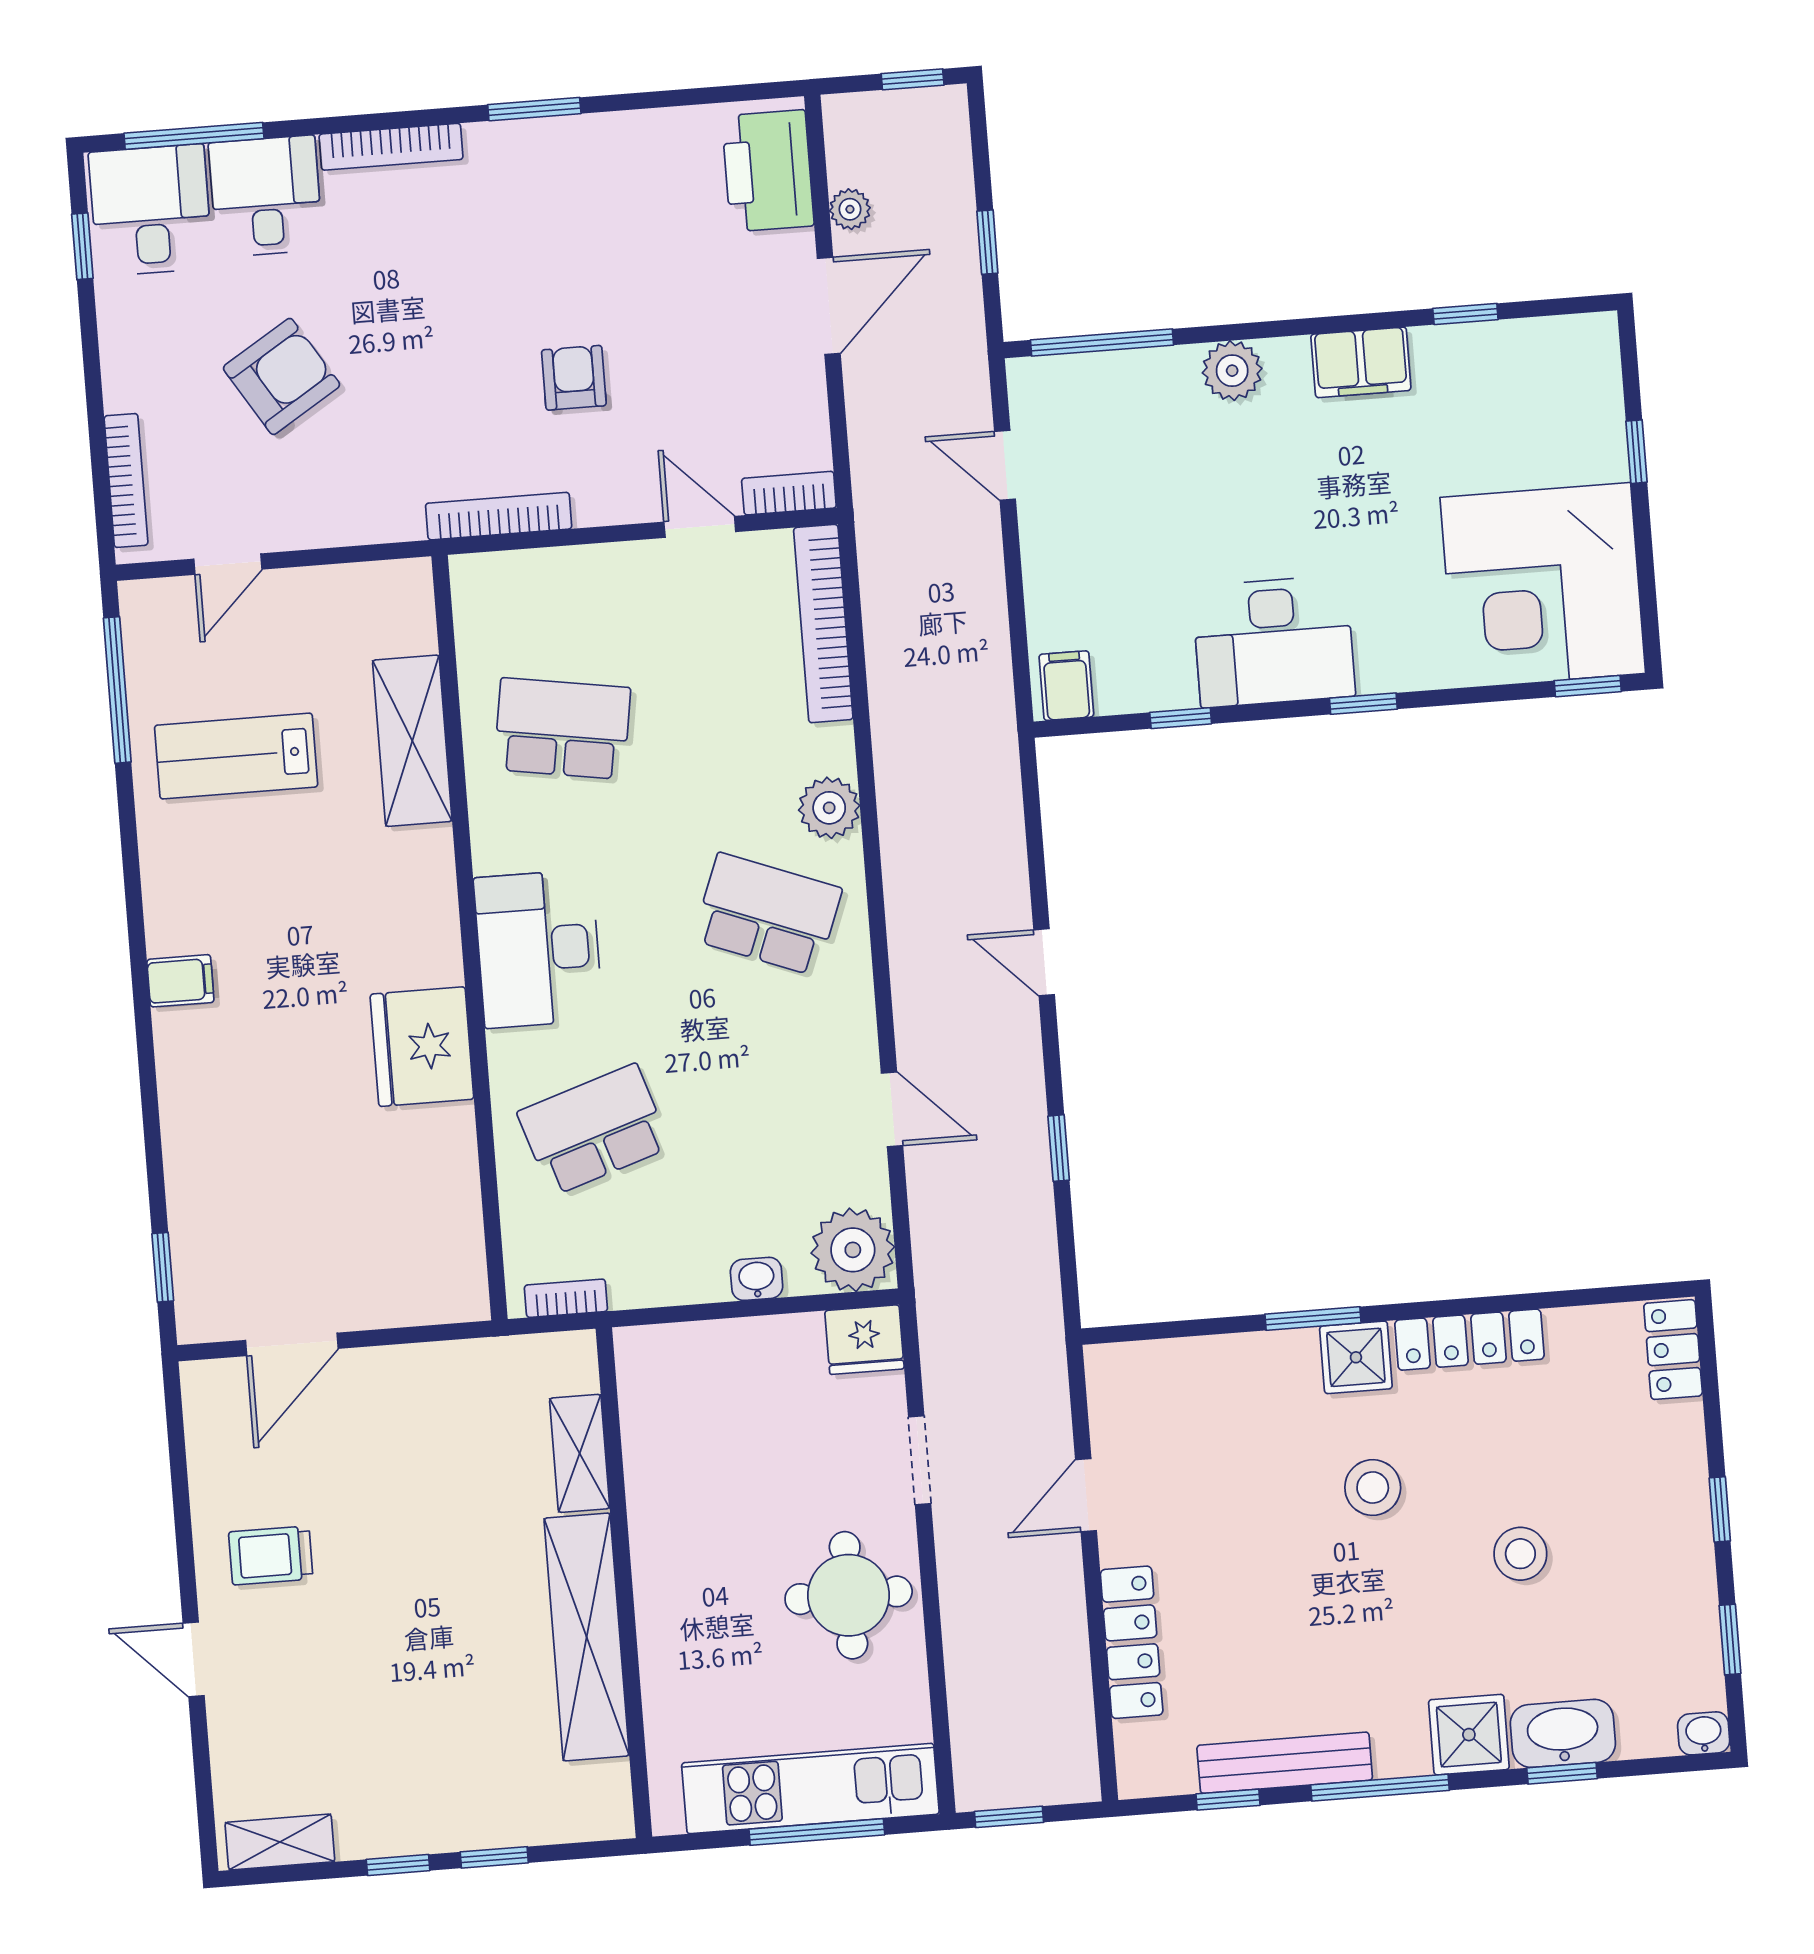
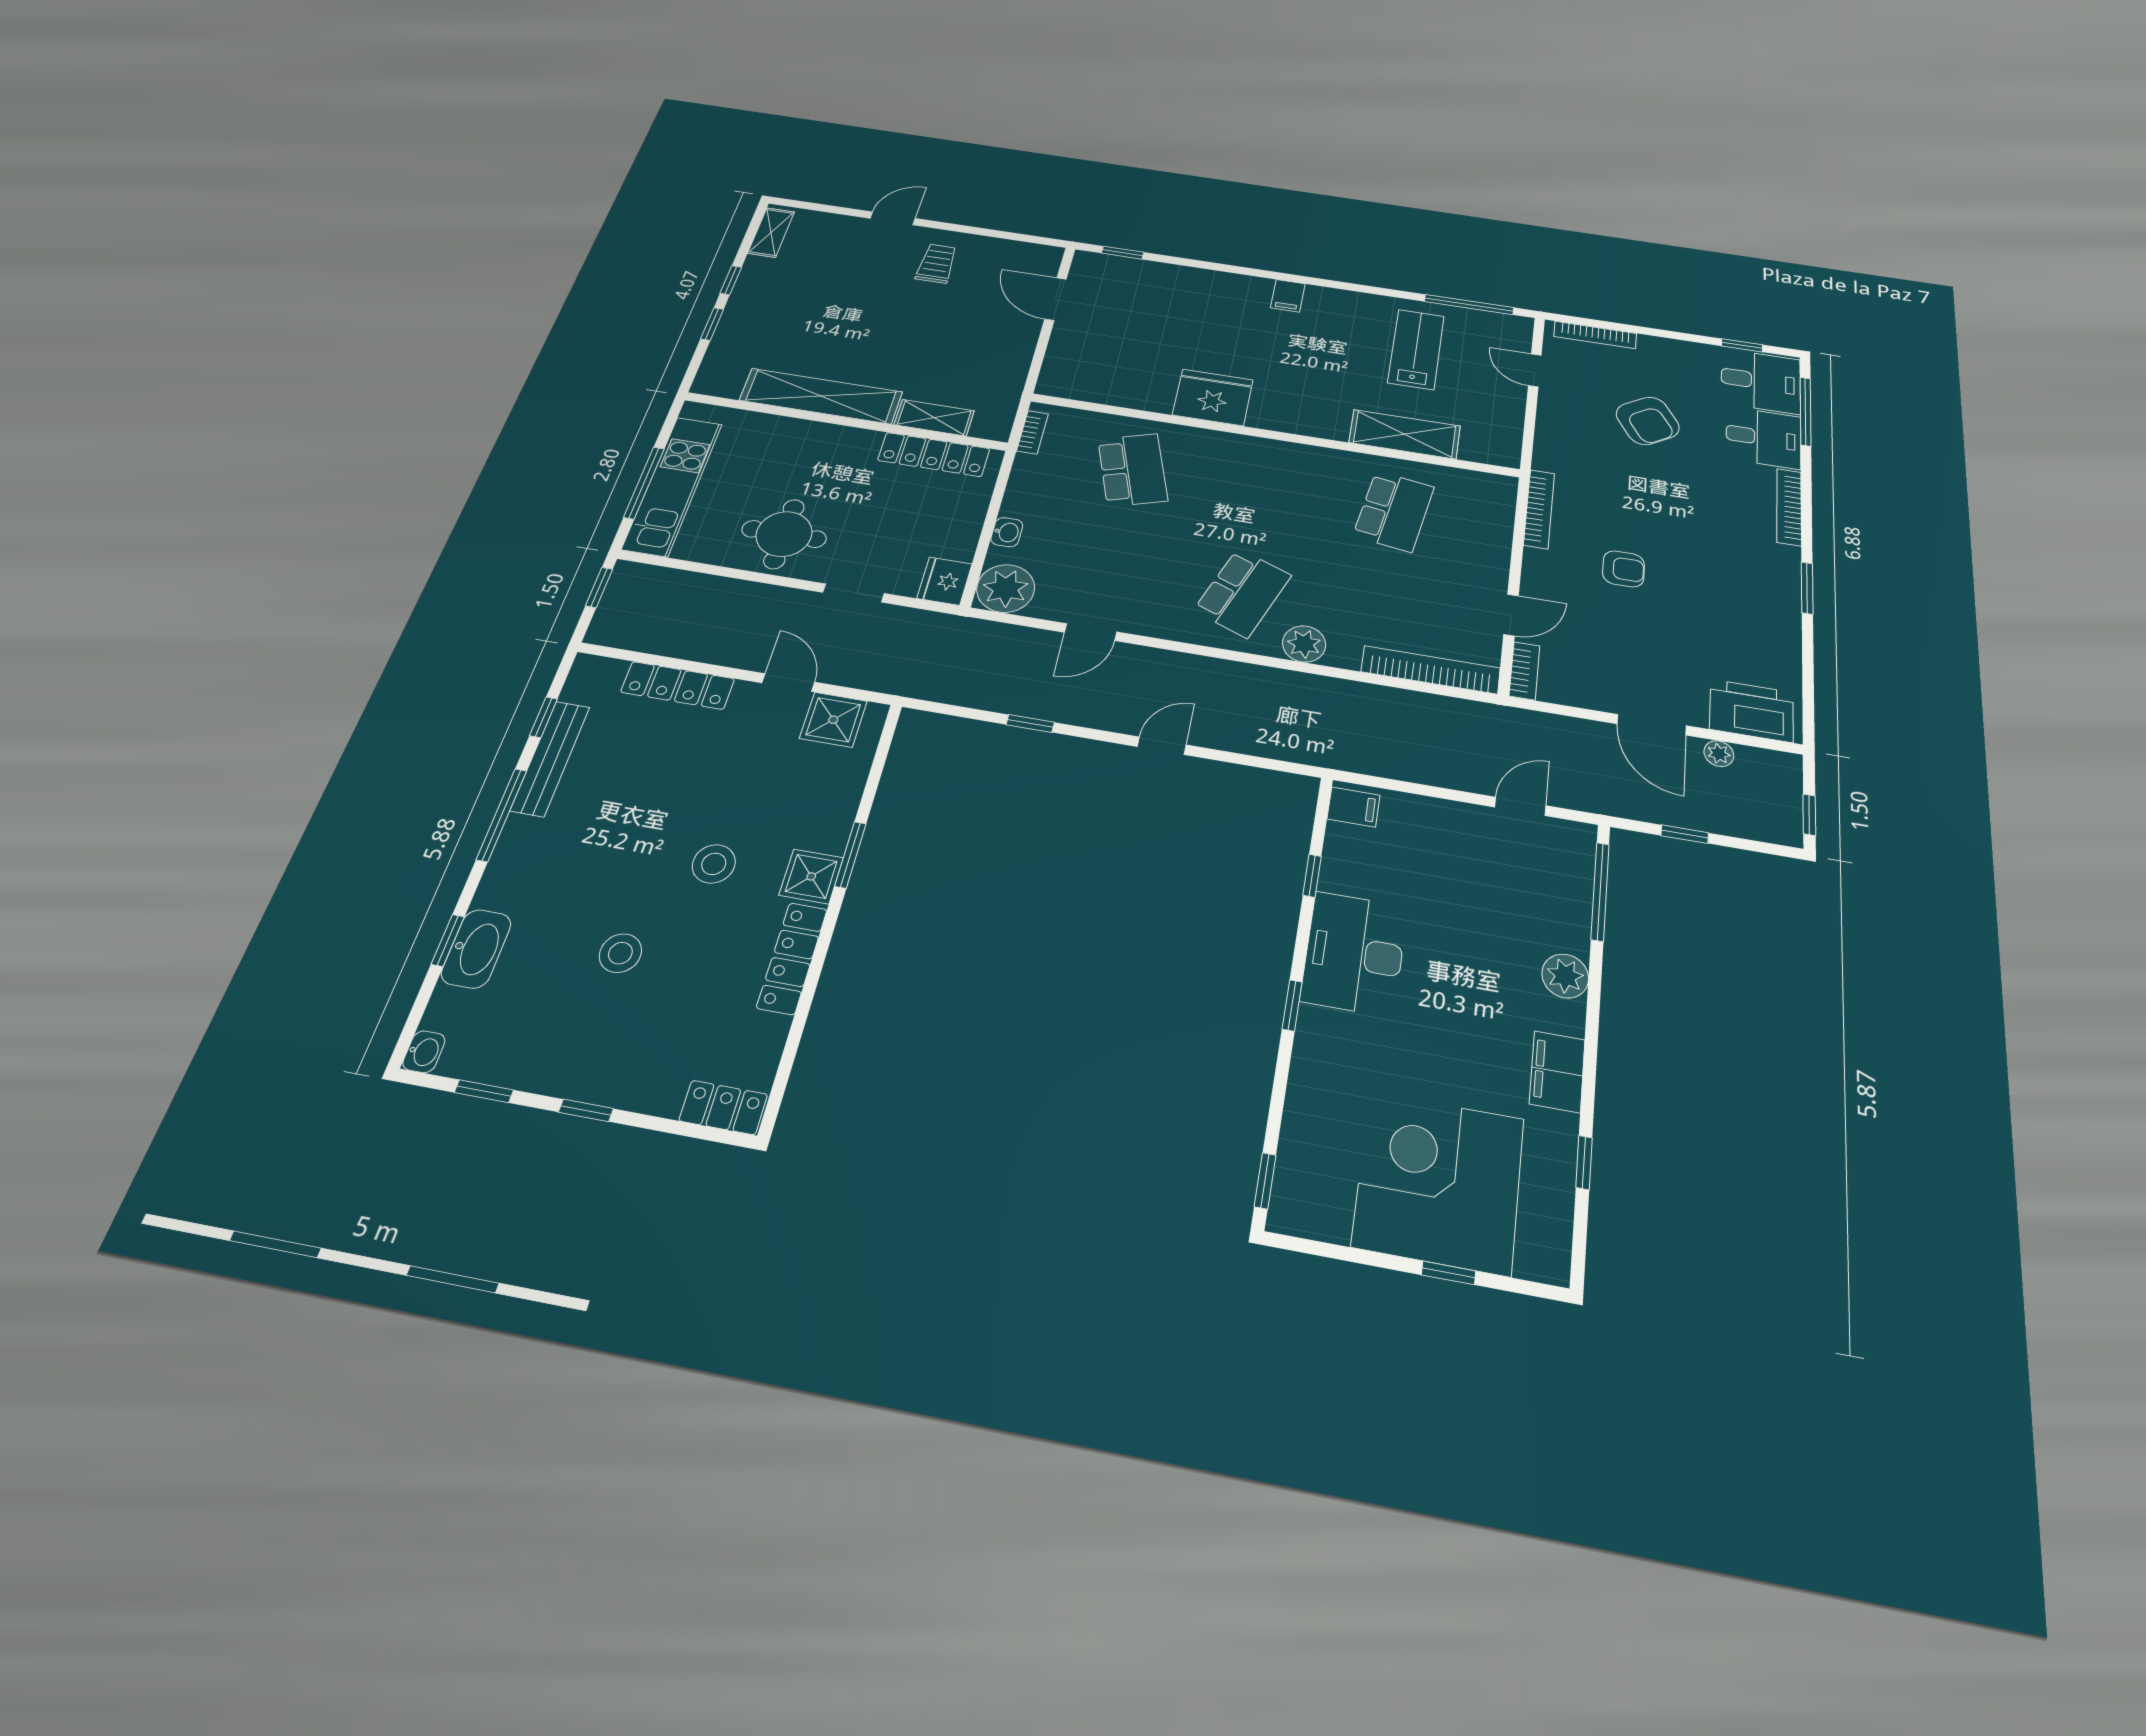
corner desk: (1543, 585) -> (1439, 1182), moved
desk: (538, 949) -> (1256, 467), removed
locker: (648, 1431) -> (934, 455), added
shower: (1469, 1735) -> (833, 720), moved

